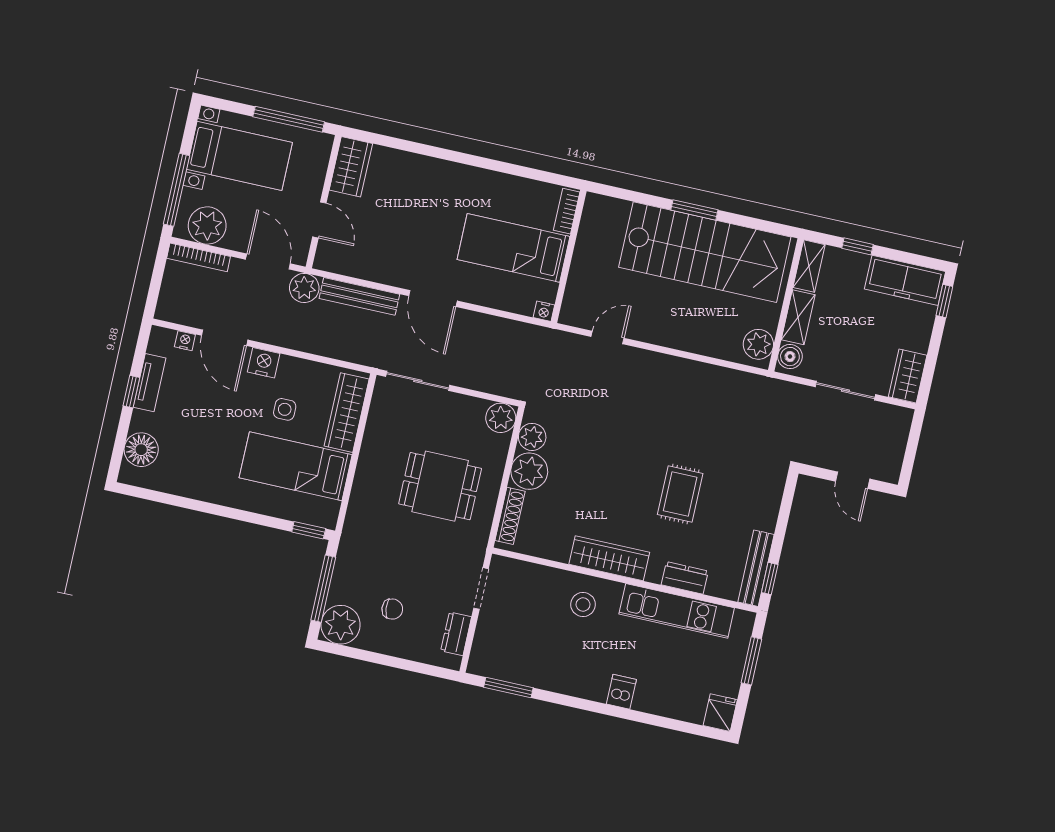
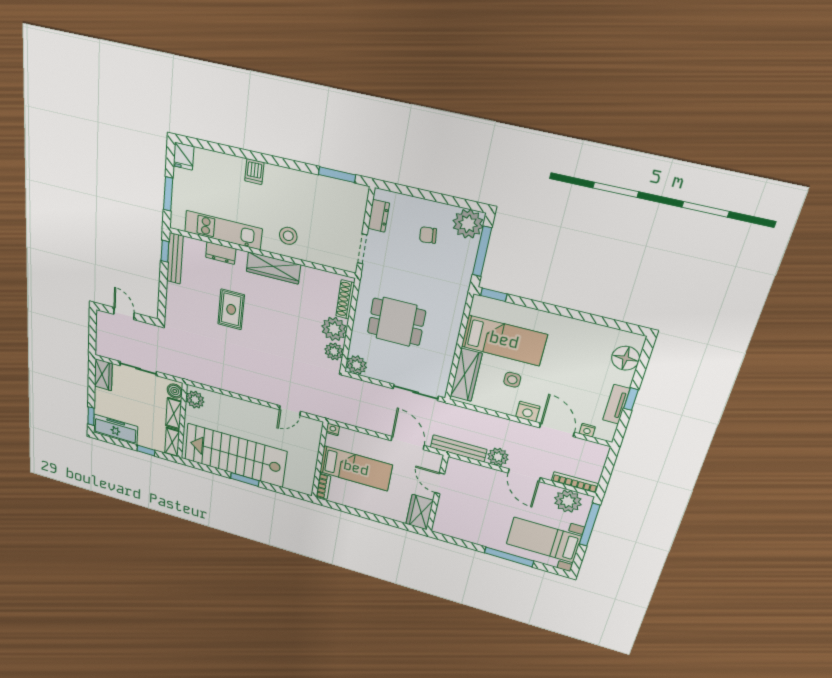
wardrobe: (351, 167) -> (420, 512), moved
wall: (323, 202) -> (437, 494), moved
door: (319, 220) -> (440, 483), moved

